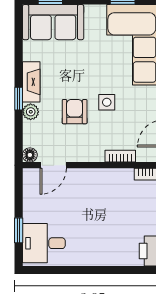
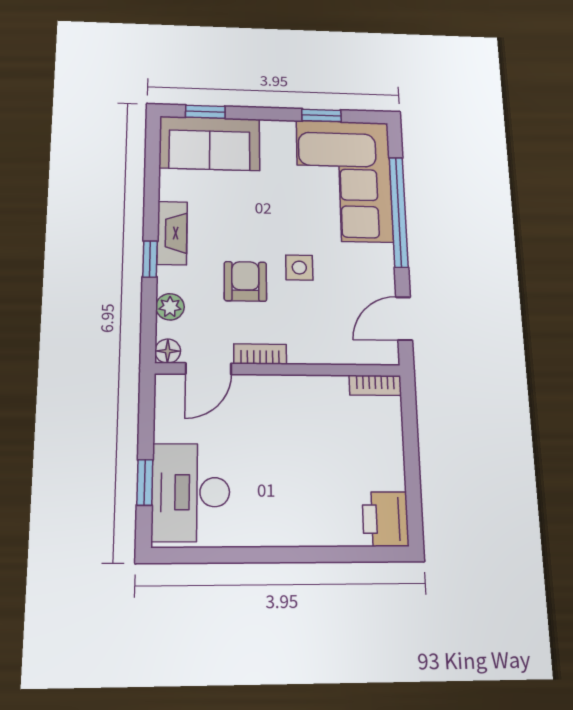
plant: (31, 112) -> (170, 307), moved
bookcase: (120, 156) -> (260, 354), moved
desk: (44, 243) -> (191, 492), width x1.37

